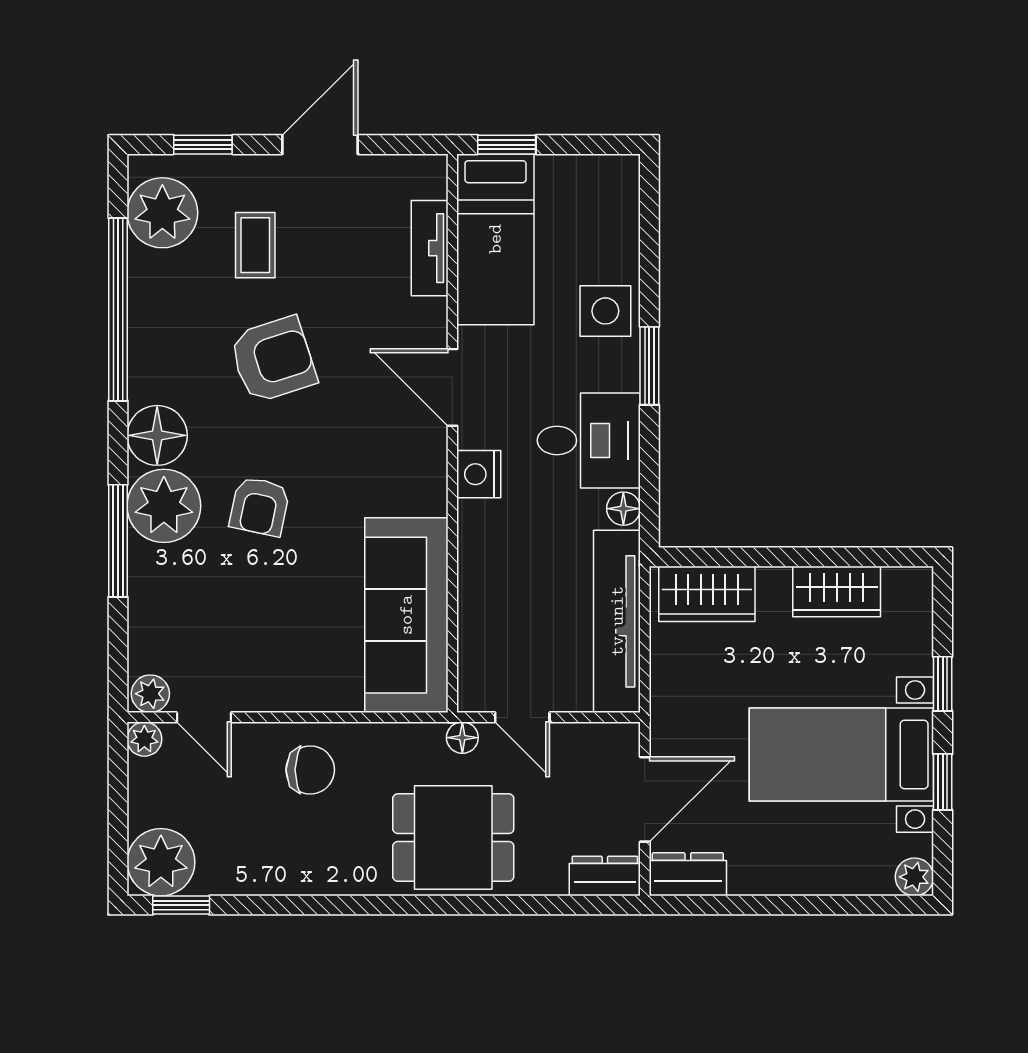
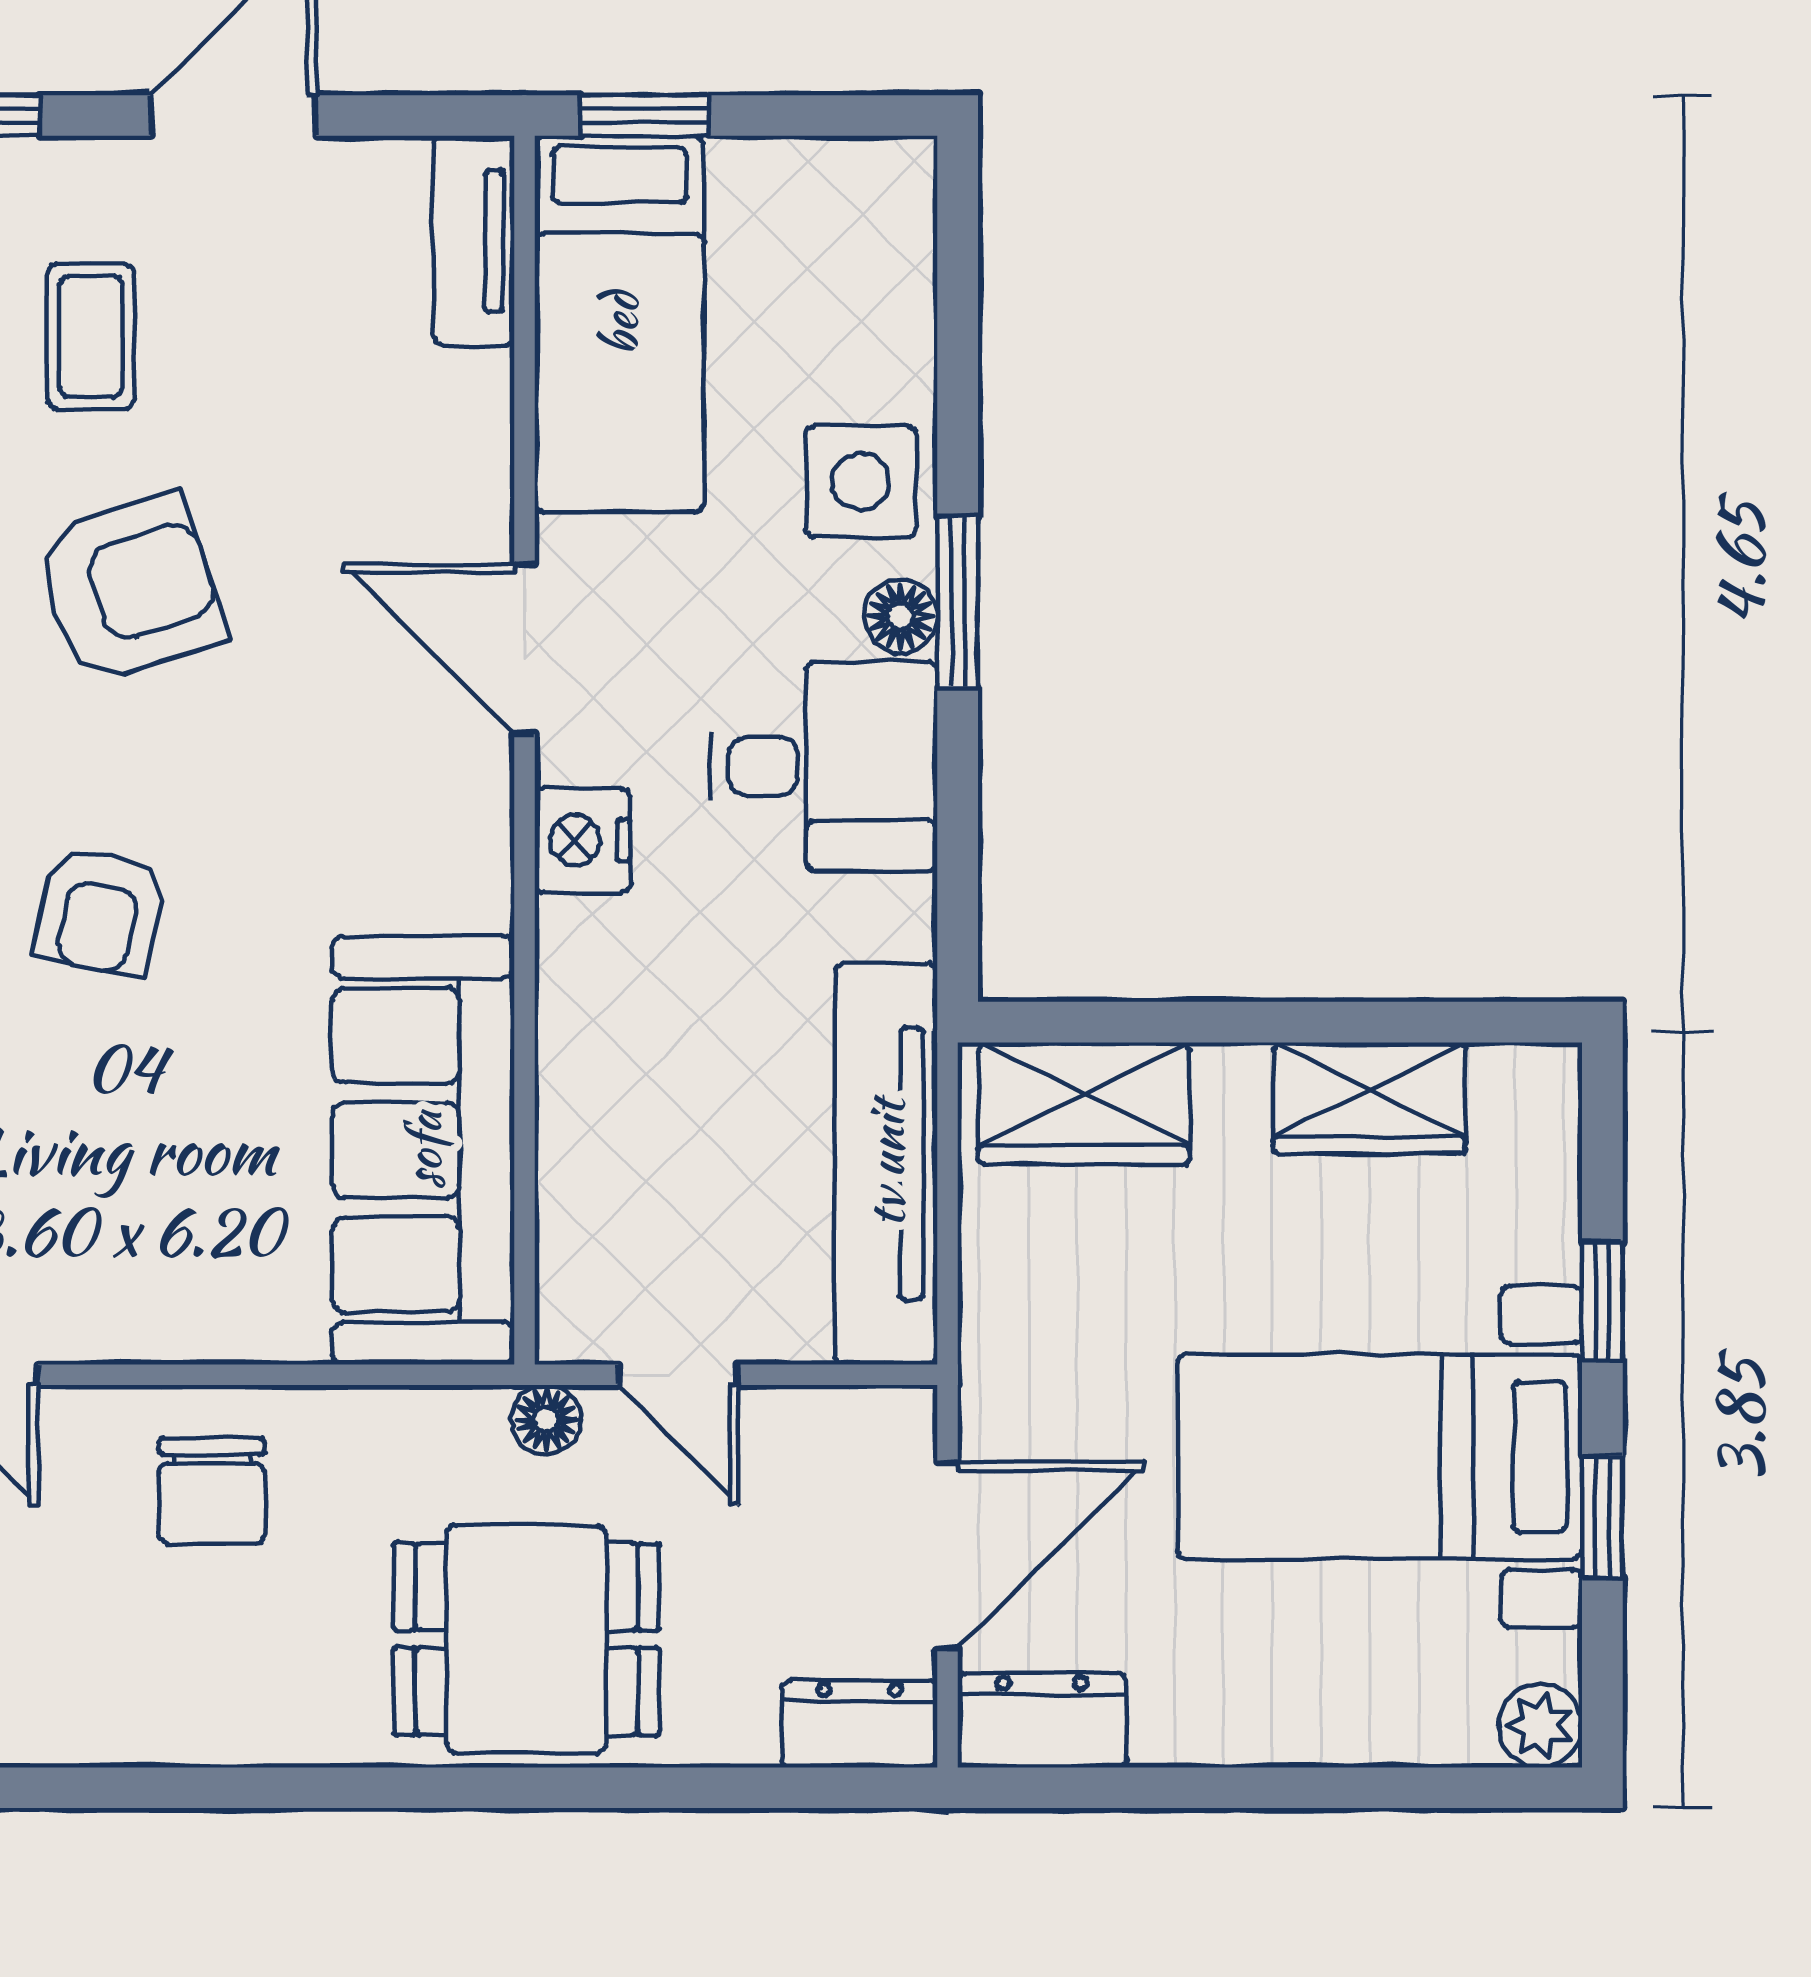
tv unit: (430, 248) -> (474, 241), moved
floor lamp: (623, 509) -> (901, 616), moved
chair: (310, 770) -> (212, 1491), turned 89

